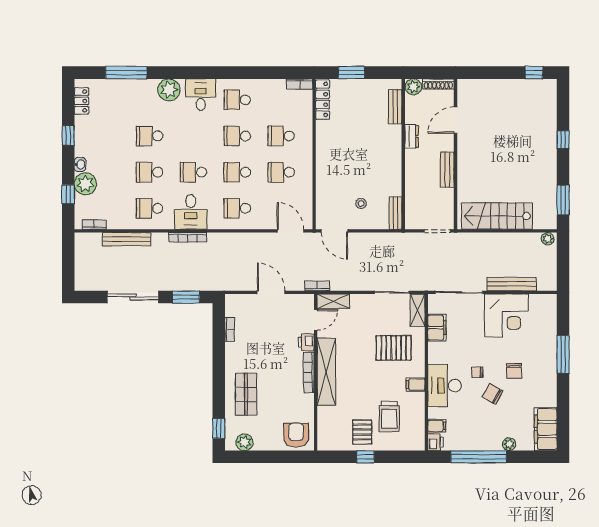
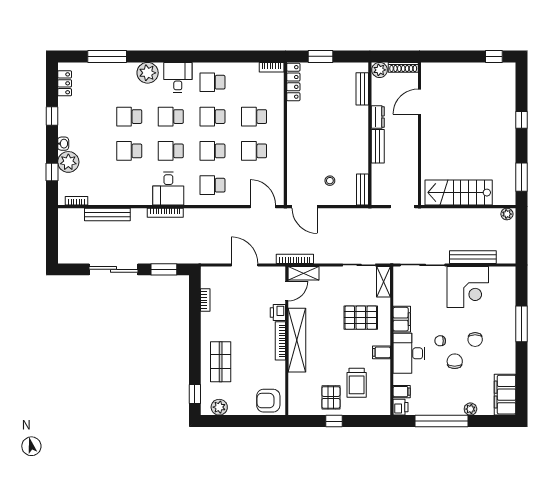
bench: (447, 170) -> (378, 146), moved
school desk: (150, 208) -> (171, 117), moved
bookcase: (317, 286) -> (295, 259), width x1.56
filing cabinet: (437, 328) -> (402, 319), moved
chair: (493, 394) -> (455, 361), turned 61
armchair: (296, 435) -> (268, 401), turned -90

